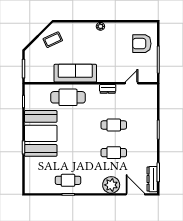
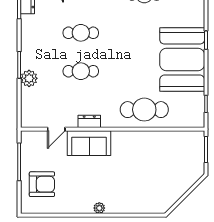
coffee table: (53, 40) -> (165, 190), removed
sofa: (75, 73) -> (89, 143), moved, width x0.73
plant: (151, 120) -> (29, 78), added

